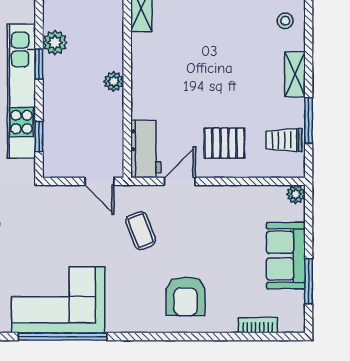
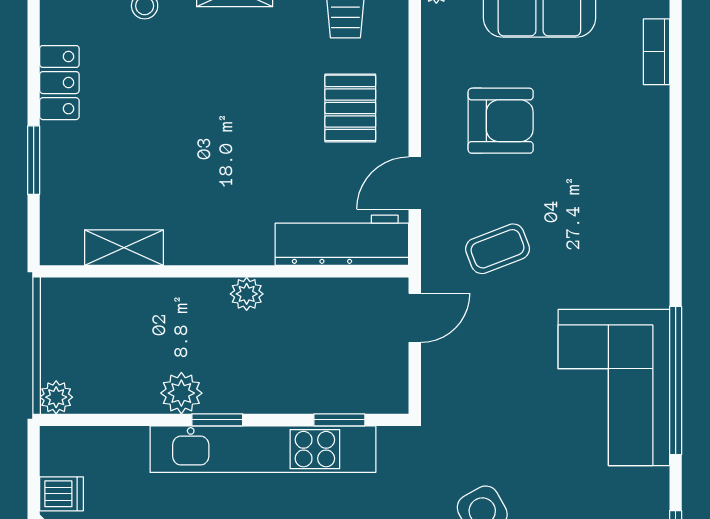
workbench: (146, 149) -> (342, 240), width x1.38
door: (180, 181) -> (415, 183), hinge flipped
armchair: (186, 296) -> (501, 121), moved

